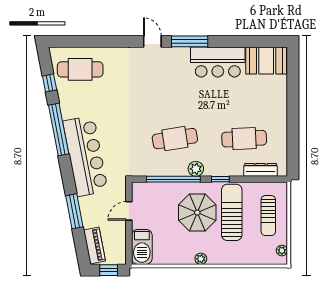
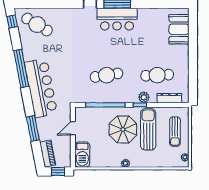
booth: (266, 61) -> (179, 29), moved, turned 90
bar counter: (218, 62) -> (117, 19), moved
cafe table: (80, 69) -> (37, 25), turned 31
window: (50, 83) -> (12, 22), moved
plant: (196, 169) -> (144, 97), moved

